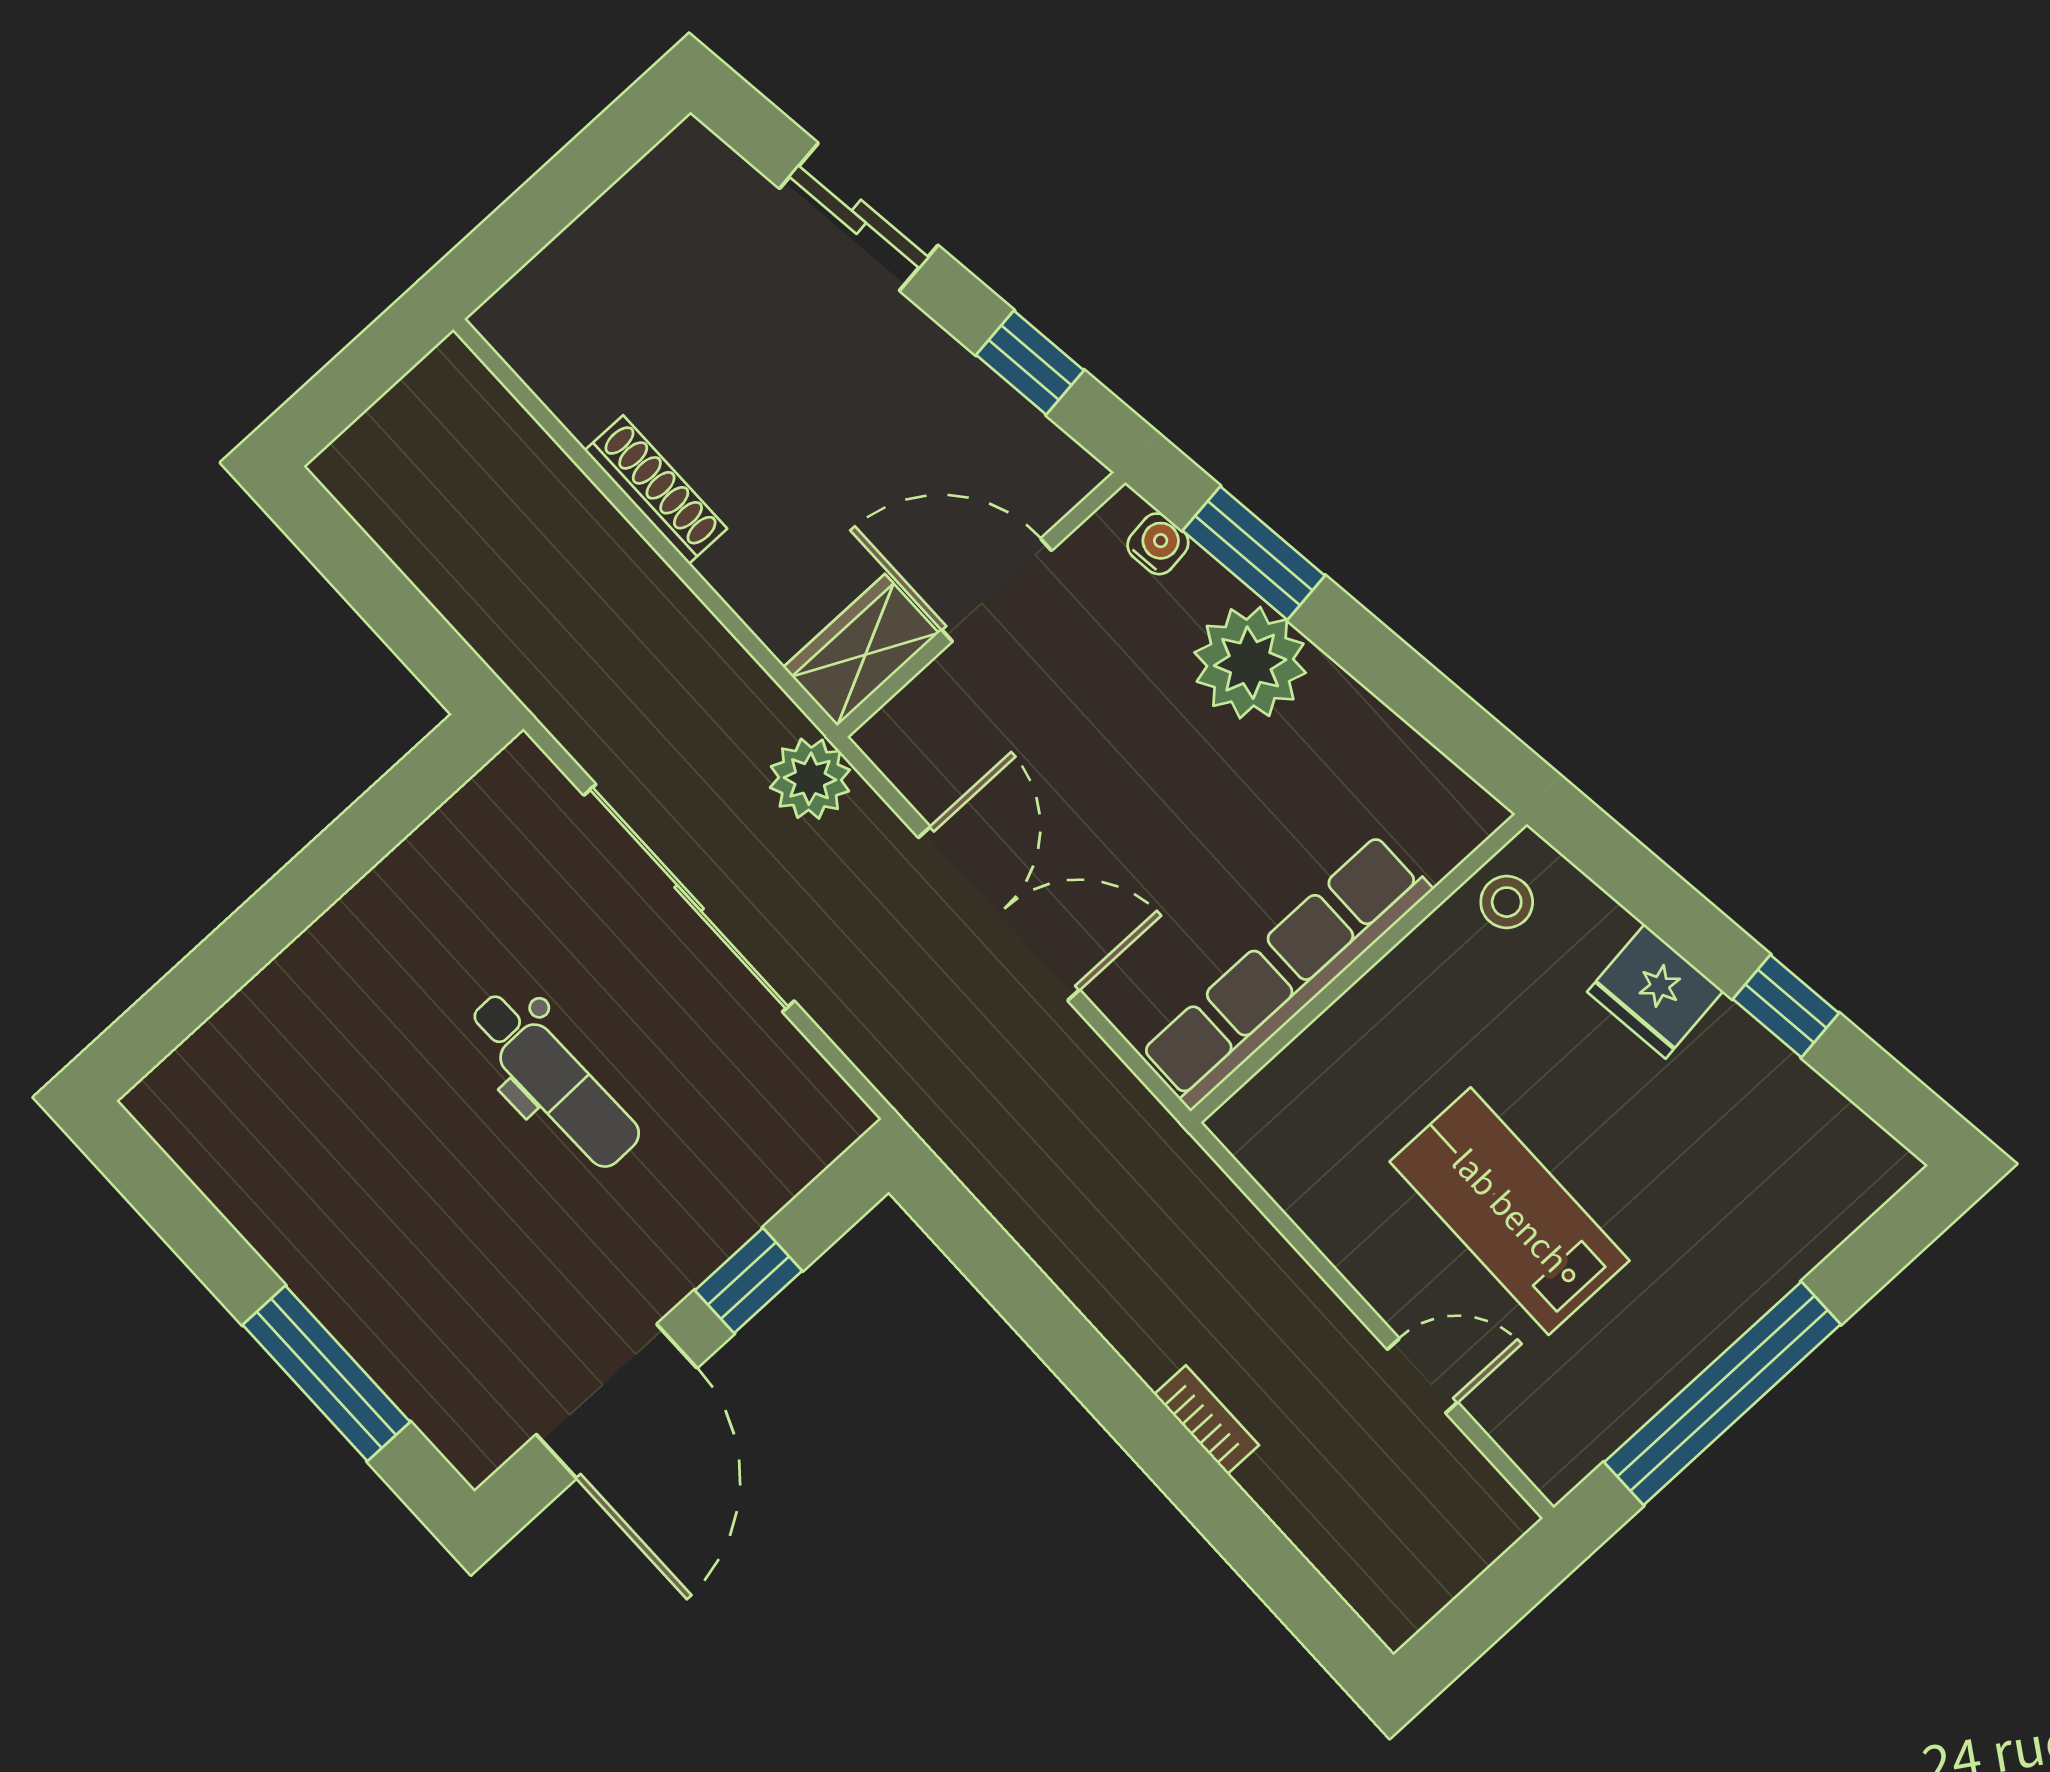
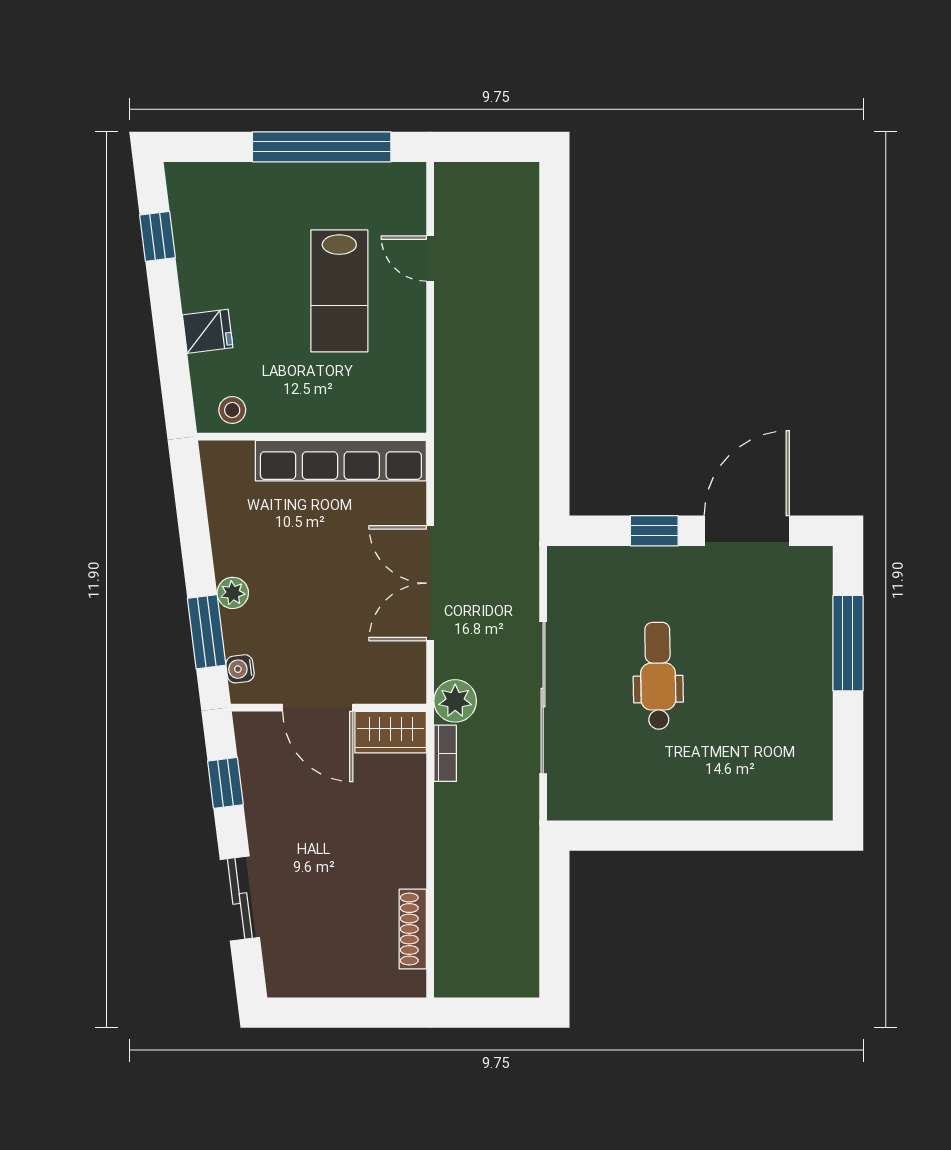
shoe rack: (656, 490) -> (413, 929), moved
plant: (1250, 663) -> (233, 593), width x0.53, depth x0.53
fridge: (1655, 991) -> (208, 331), width x0.72
window: (1786, 1006) -> (157, 236), moved
bookcase: (1206, 1420) -> (445, 753), moved, turned 180

